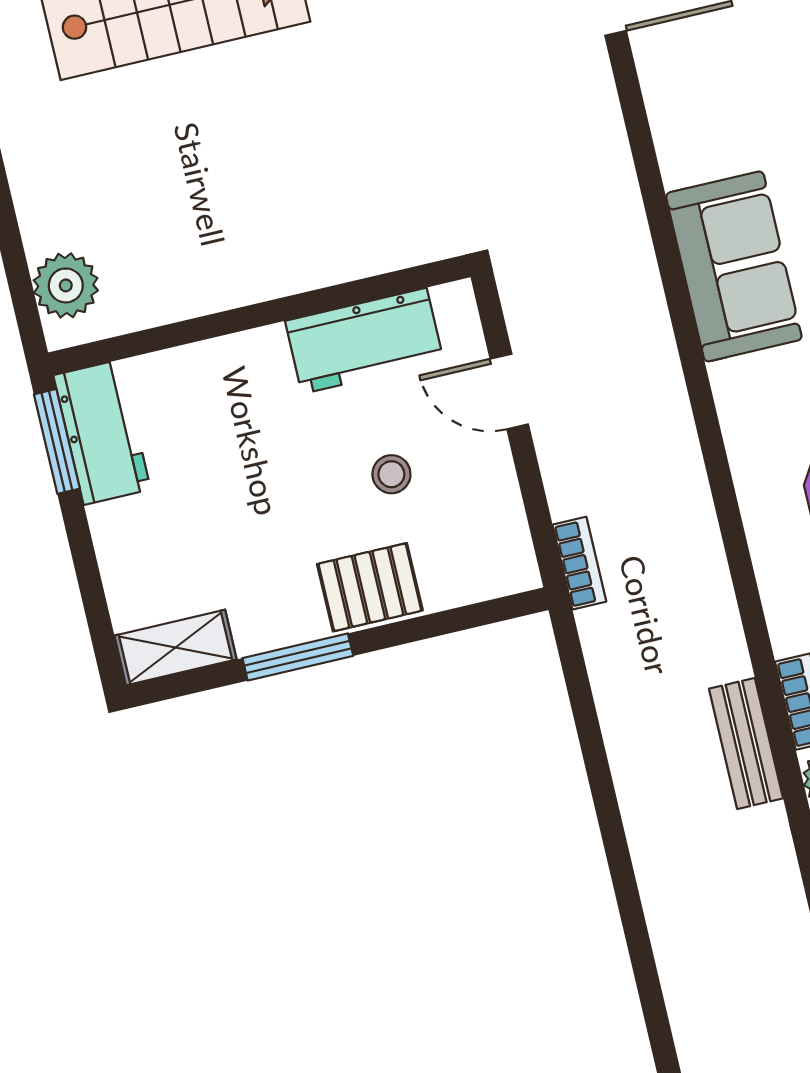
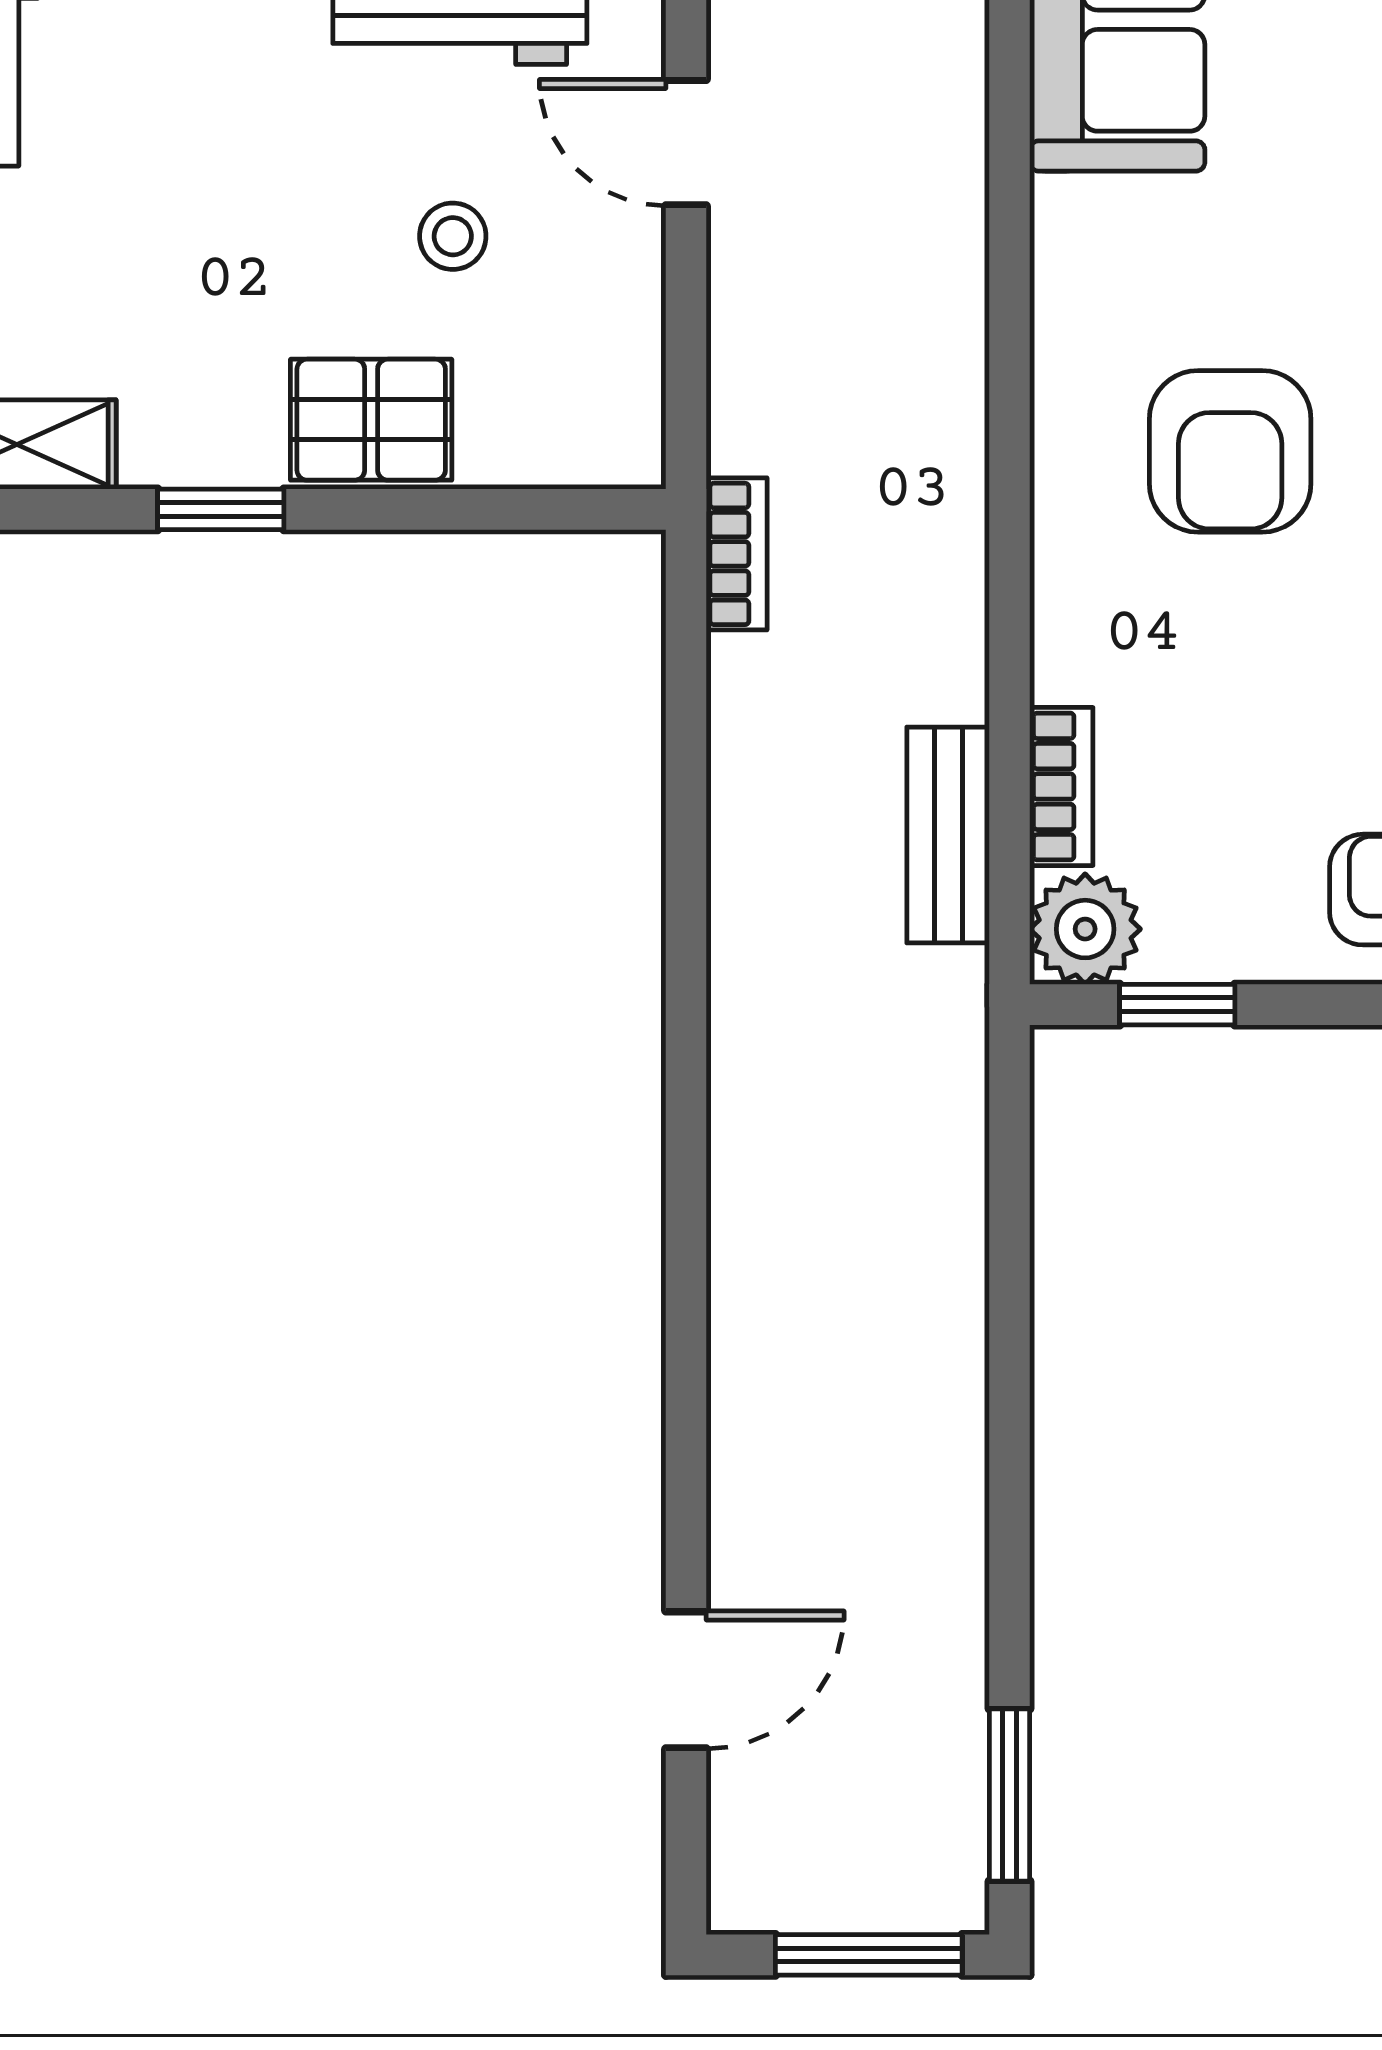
bookcase: (579, 563) -> (737, 554), moved
window: (298, 657) -> (221, 509), width x0.67

